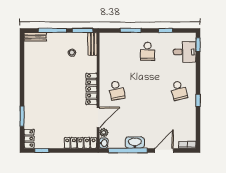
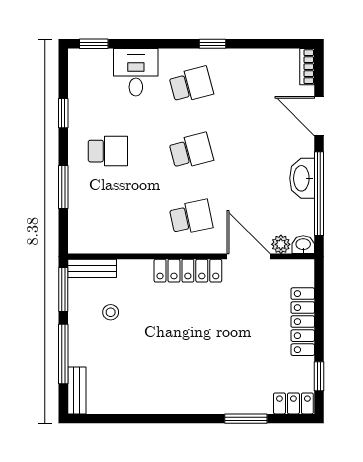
desk: (185, 52) -> (136, 72), moved
school desk: (148, 90) -> (191, 151), added
locker: (80, 143) -> (303, 322), moved

